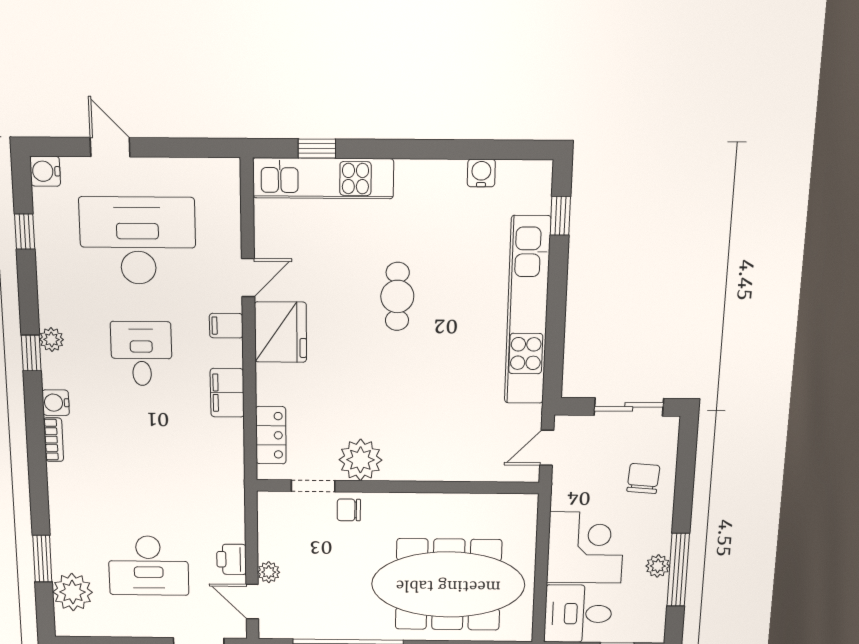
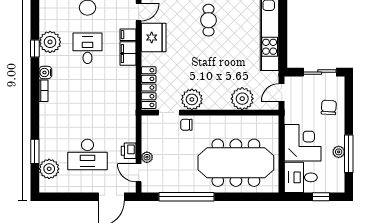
plant: (51, 340) -> (50, 42), width x1.87, depth x1.87
filing cabinet: (227, 393) -> (128, 53), moved
locker: (271, 435) -> (149, 88), width x1.53
plant: (465, 459) -> (242, 99), added

